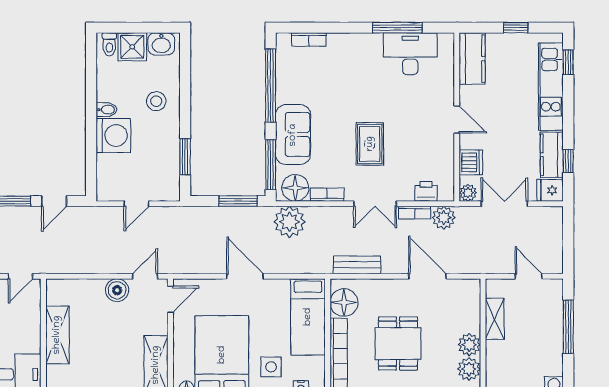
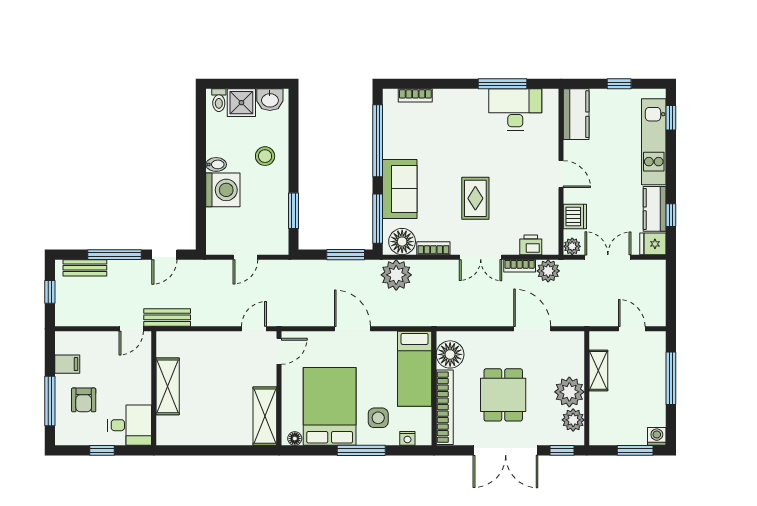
bench: (357, 265) -> (167, 317), moved
boiler: (117, 290) -> (226, 342), removed
plant: (469, 345) -> (569, 392), width x1.36, depth x1.36

